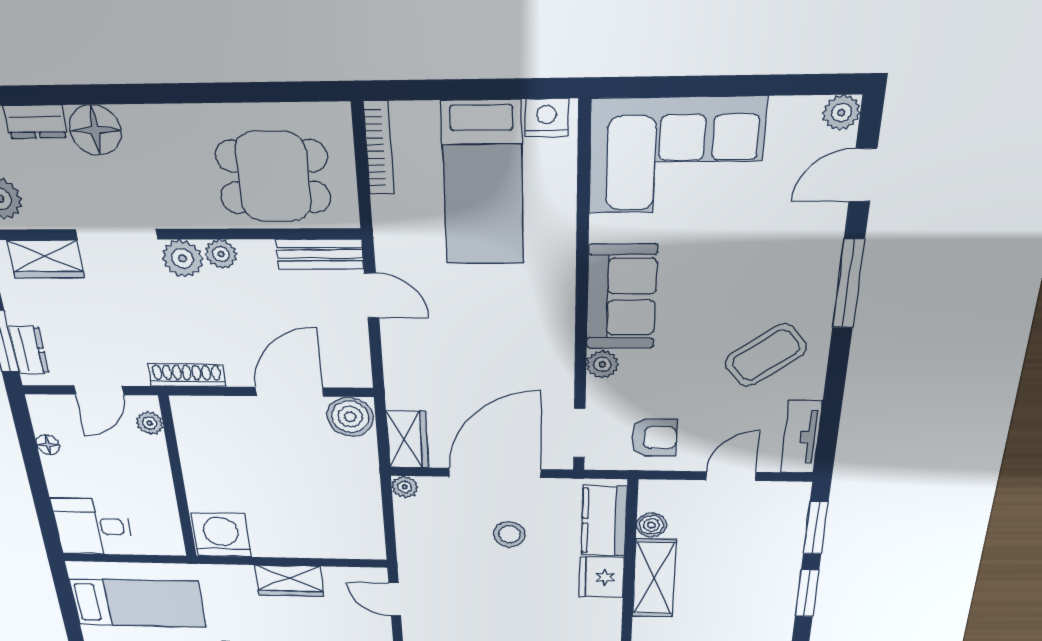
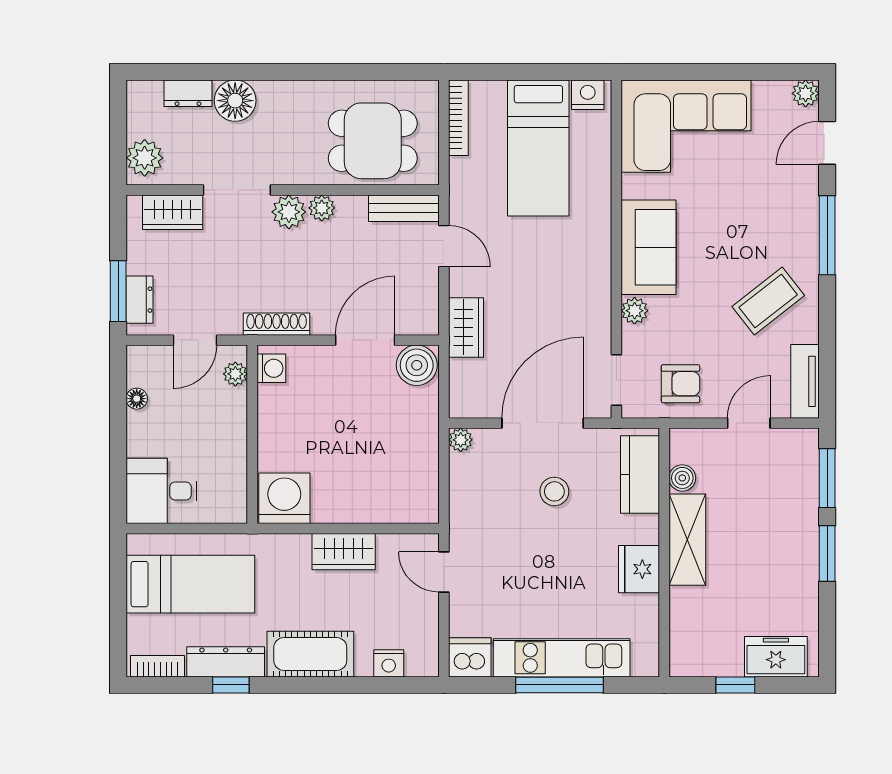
washing machine: (188, 418) -> (271, 368), added
wardrobe: (407, 439) -> (466, 327), moved
fridge: (601, 577) -> (639, 569), moved

